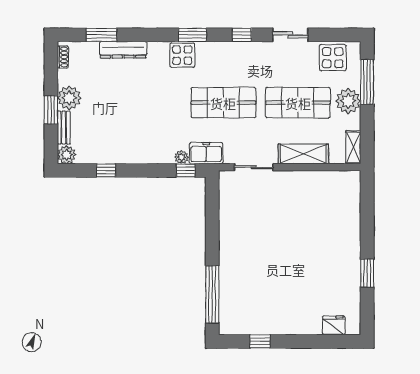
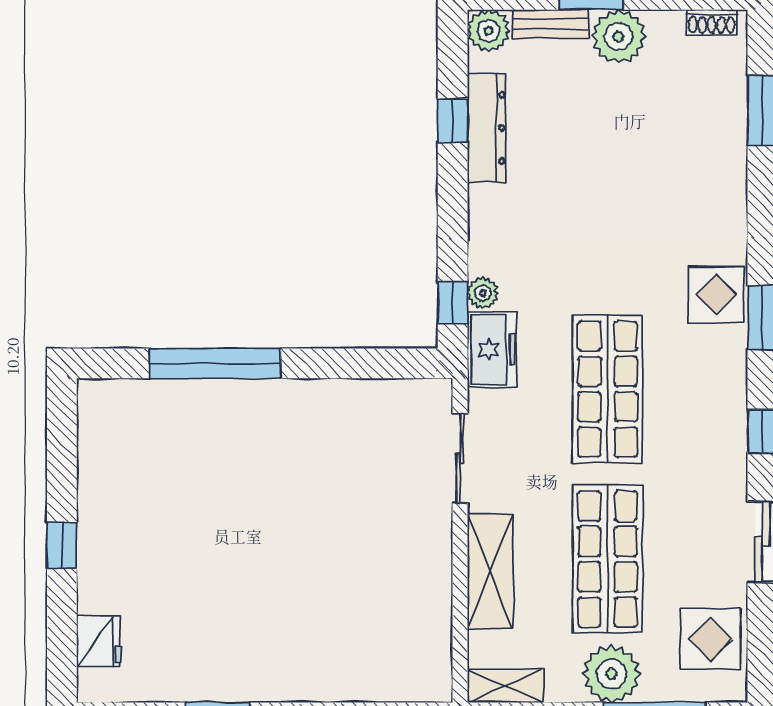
dresser: (123, 50) -> (487, 128), moved, turned 180
window: (212, 294) -> (215, 363), moved
window: (260, 341) -> (62, 545), moved

